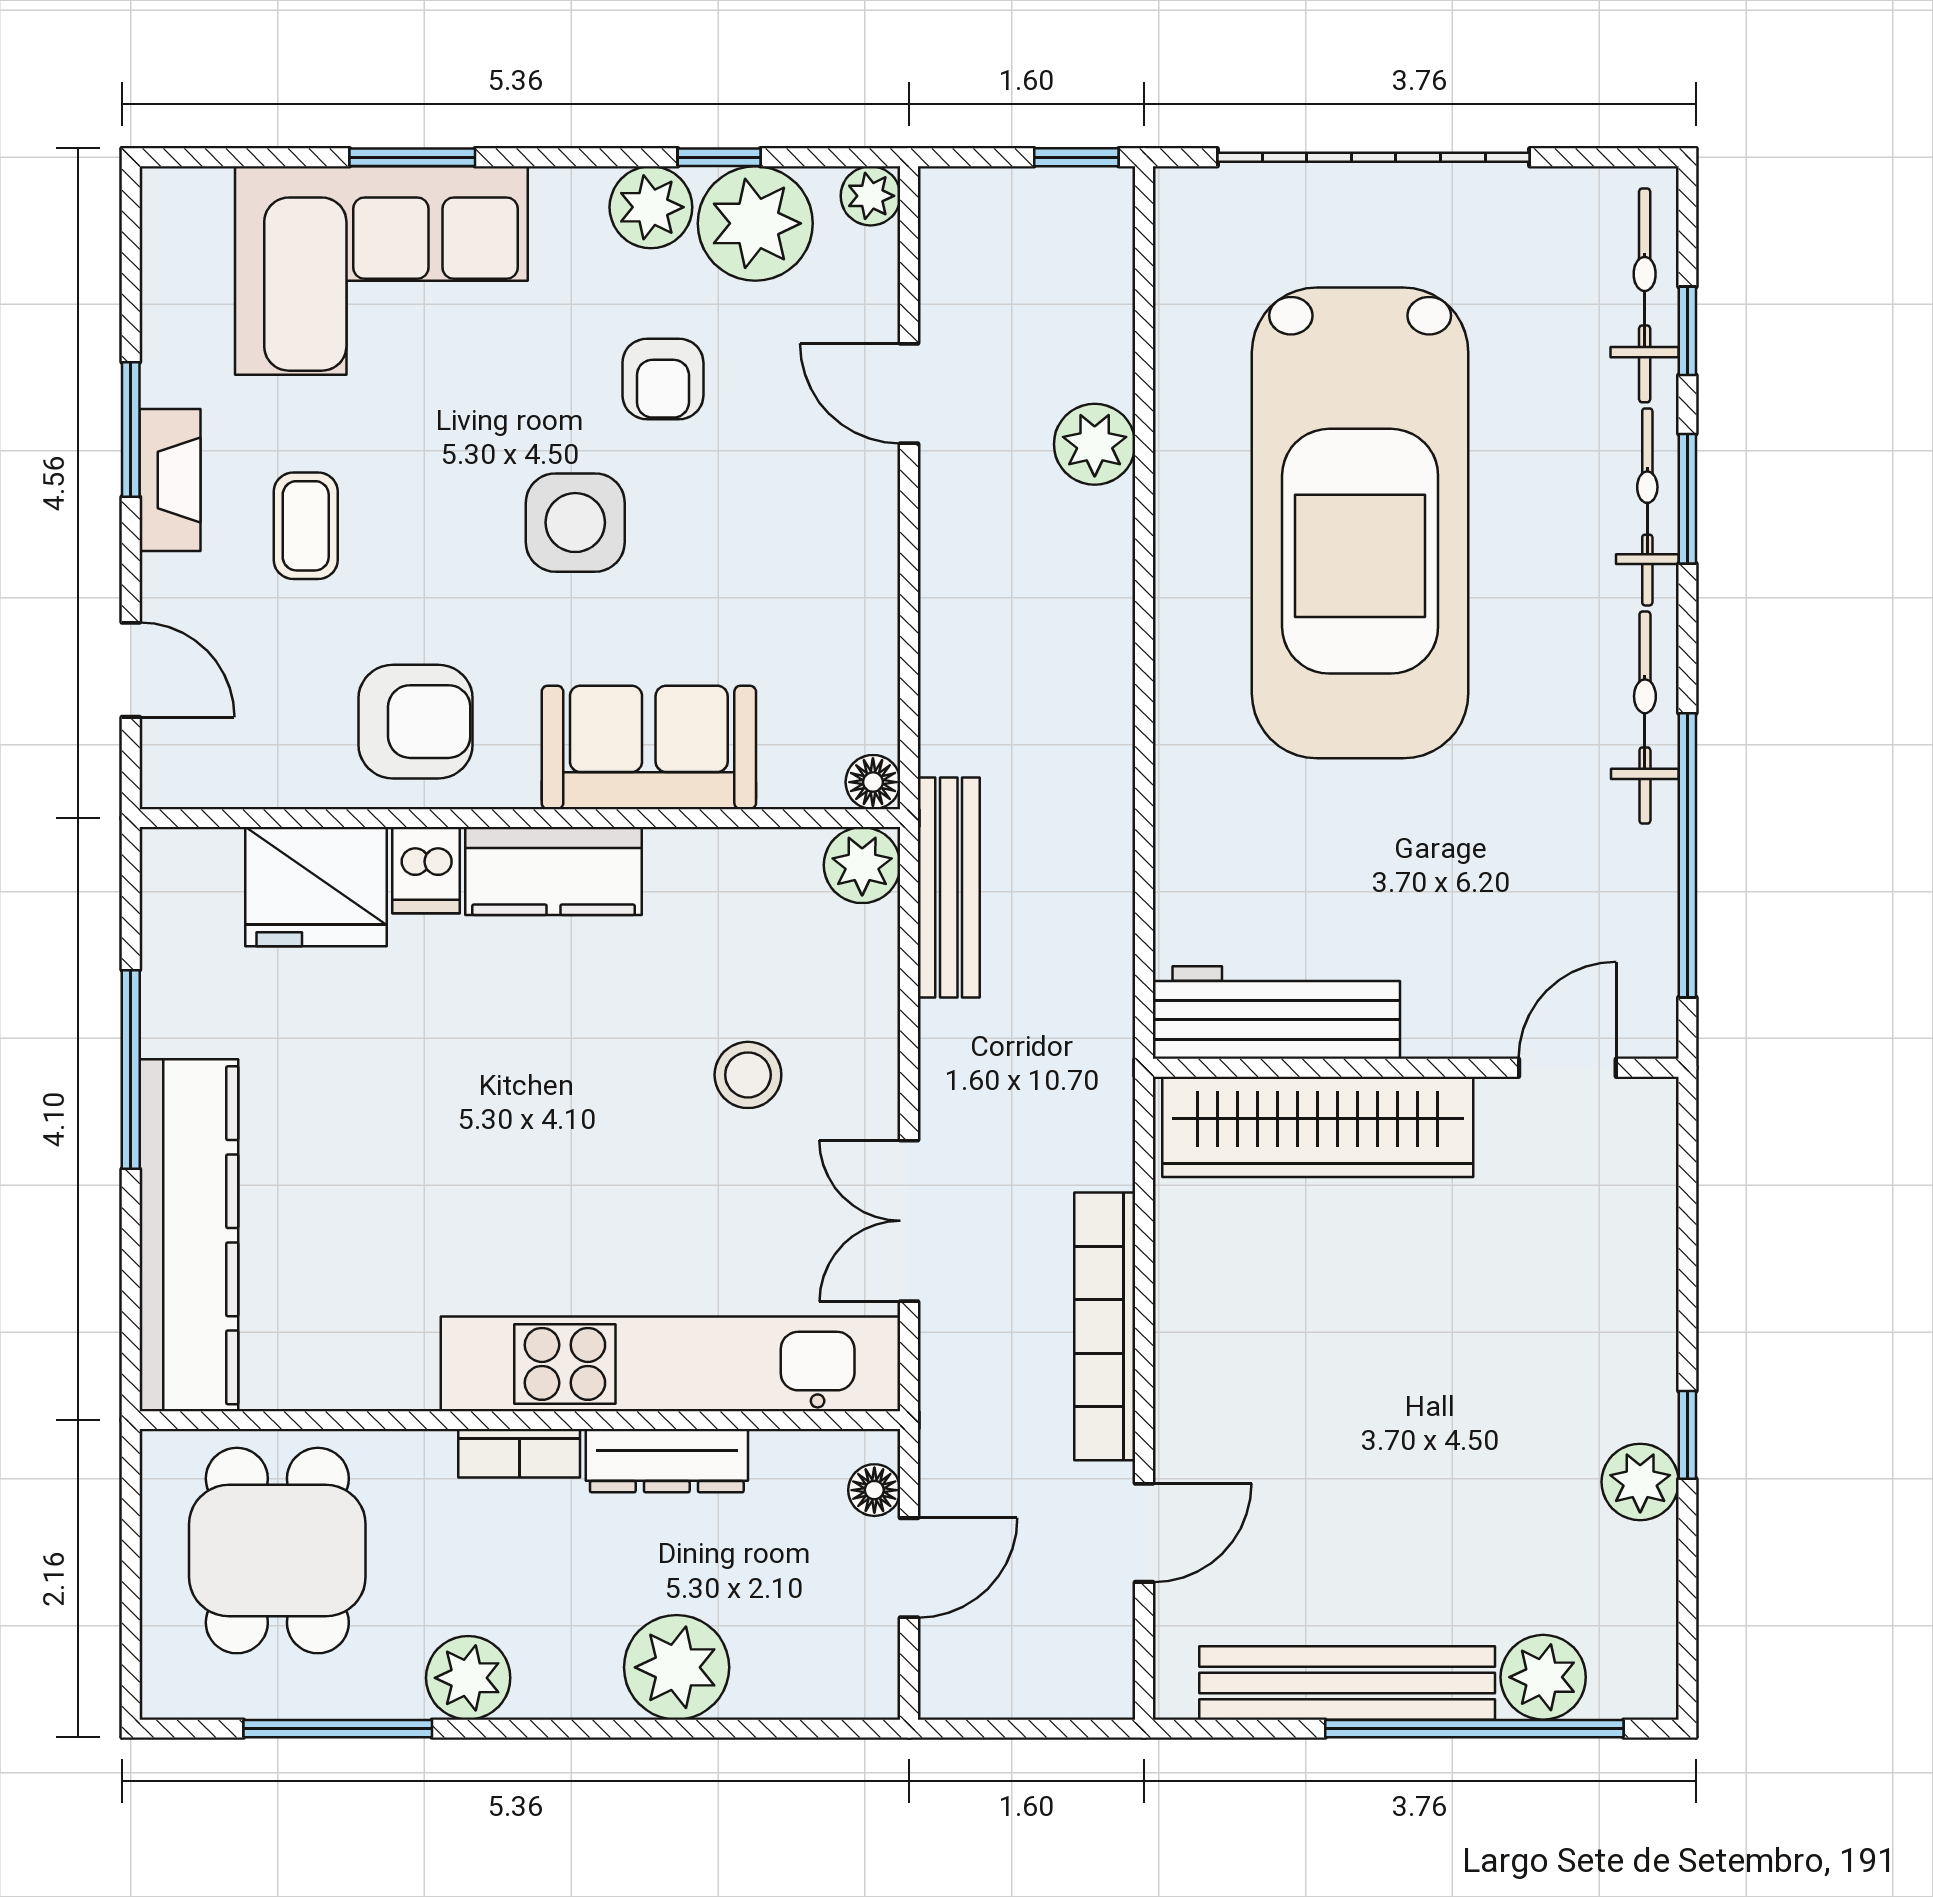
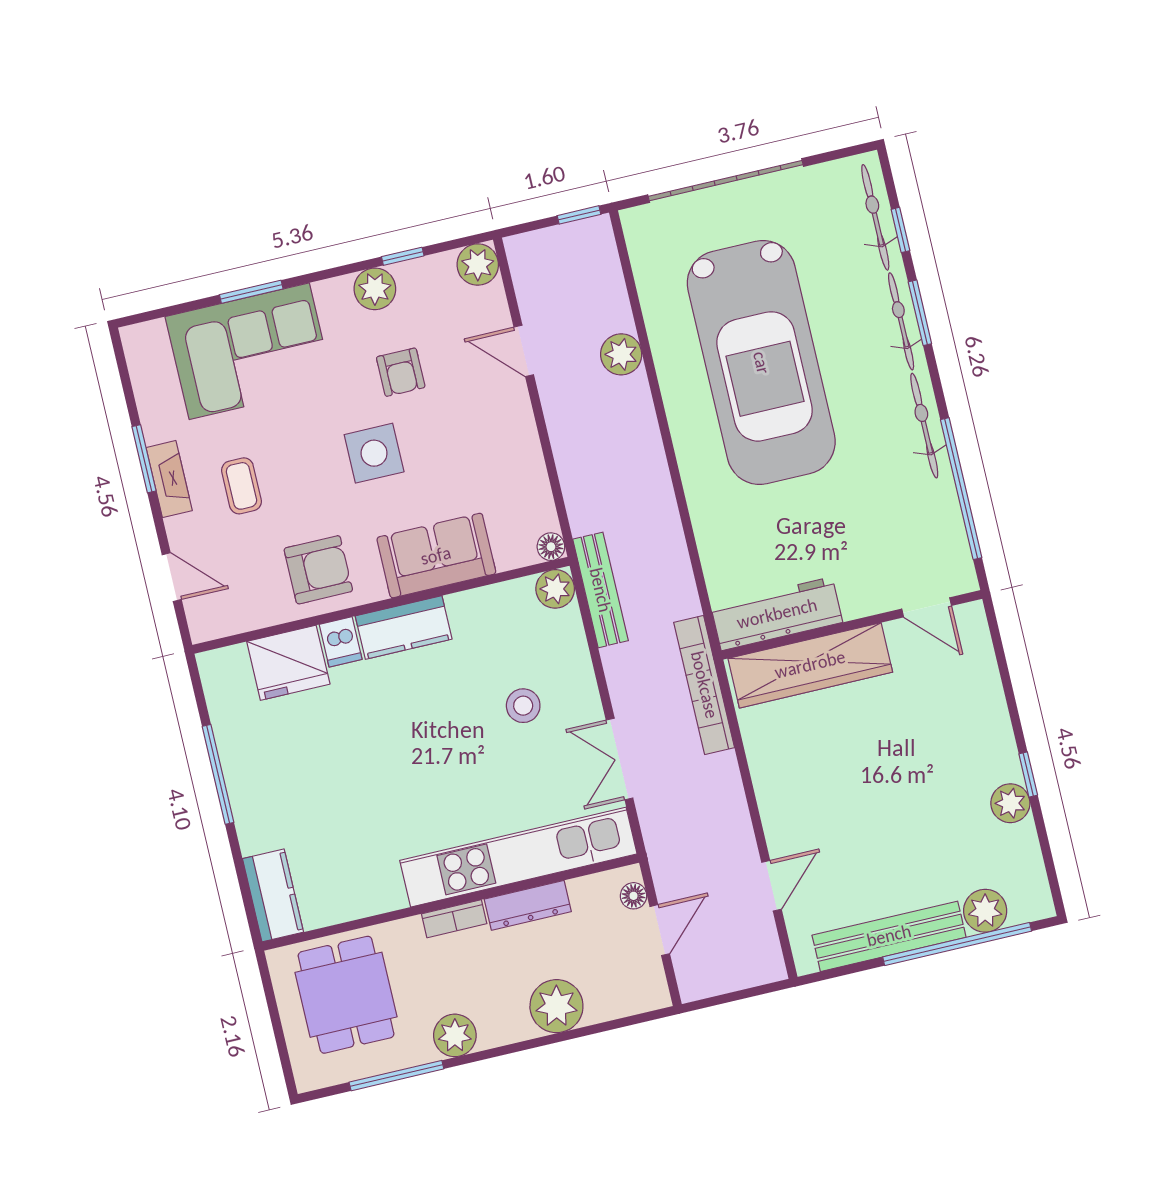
plant: (871, 196) -> (478, 265), width x1.38, depth x1.38
plant: (755, 223) -> (428, 285), removed
door: (1567, 1068) -> (927, 607), swing flipped
kitchen counter: (189, 1235) -> (273, 895), width x0.48, depth x0.86
bookcase: (1105, 1326) -> (704, 685), moved

